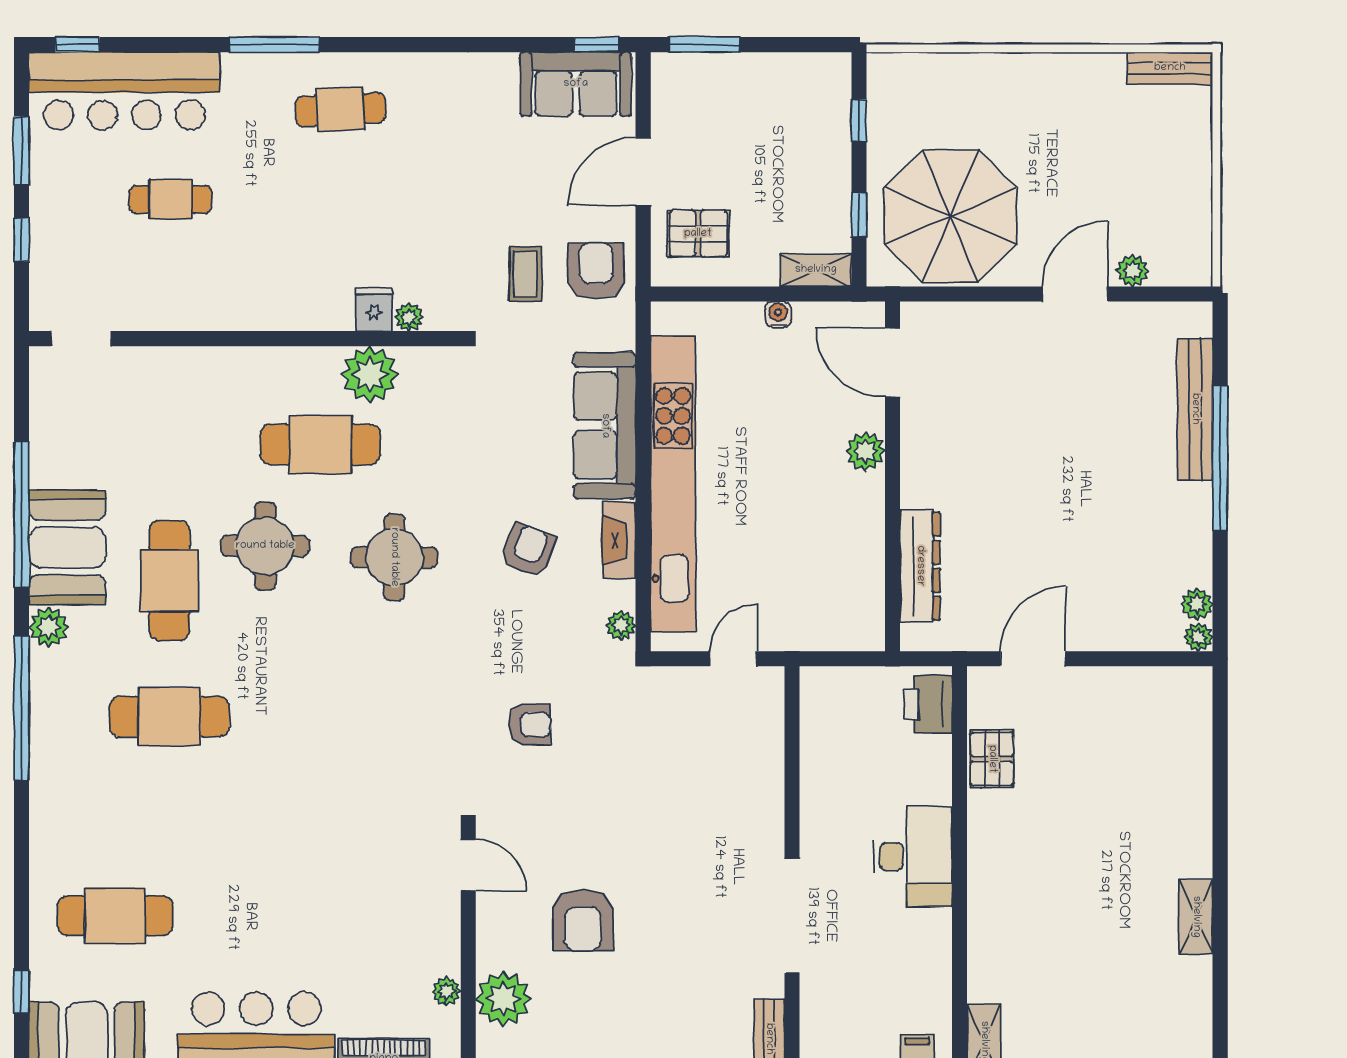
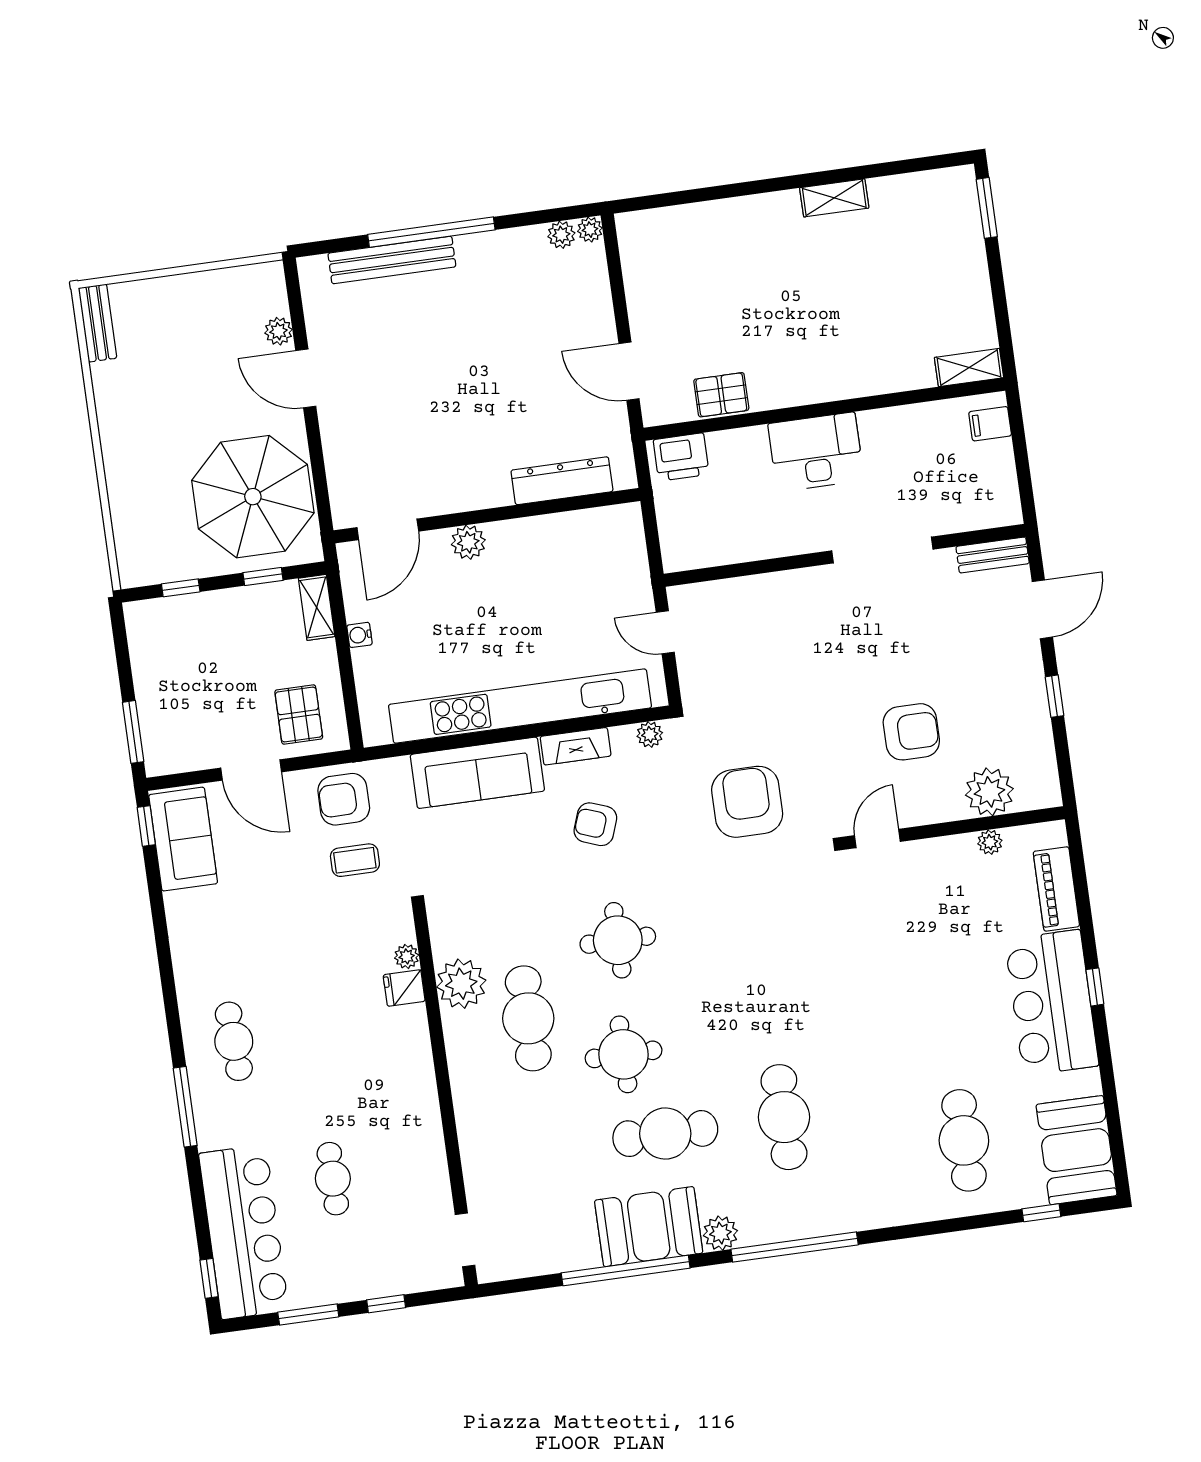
armchair: (530, 725) -> (747, 802), width x1.88, depth x1.88

